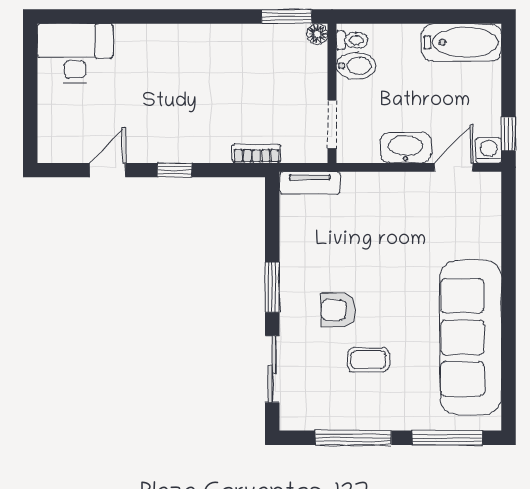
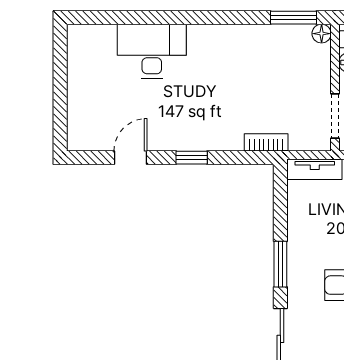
desk: (75, 53) -> (152, 51), moved

